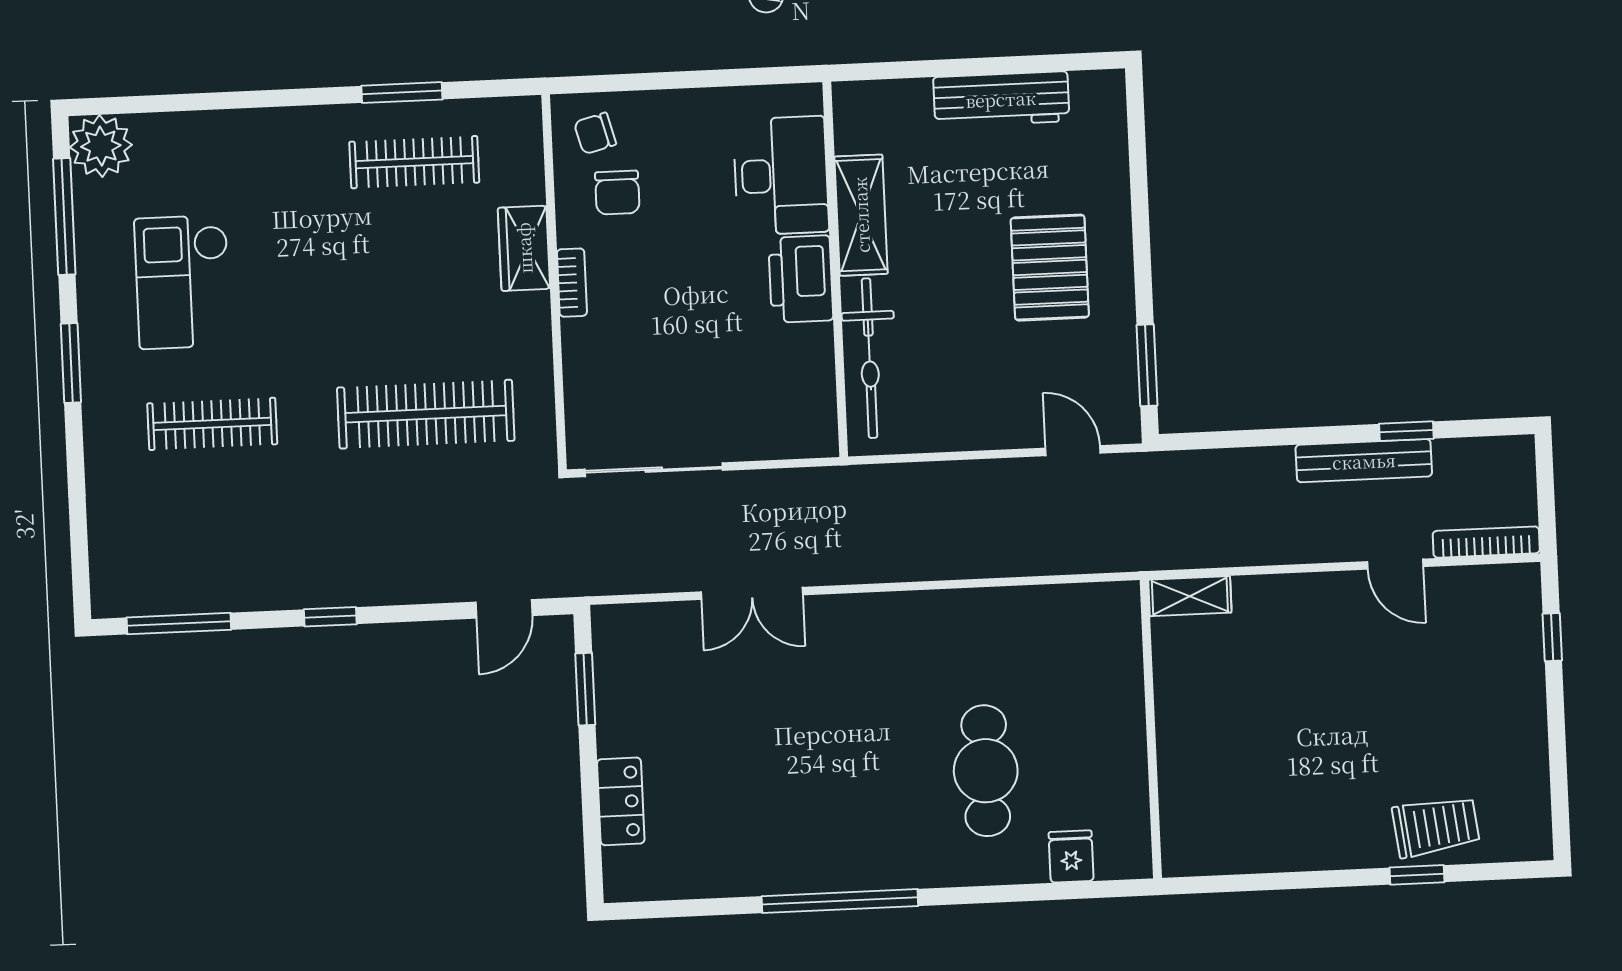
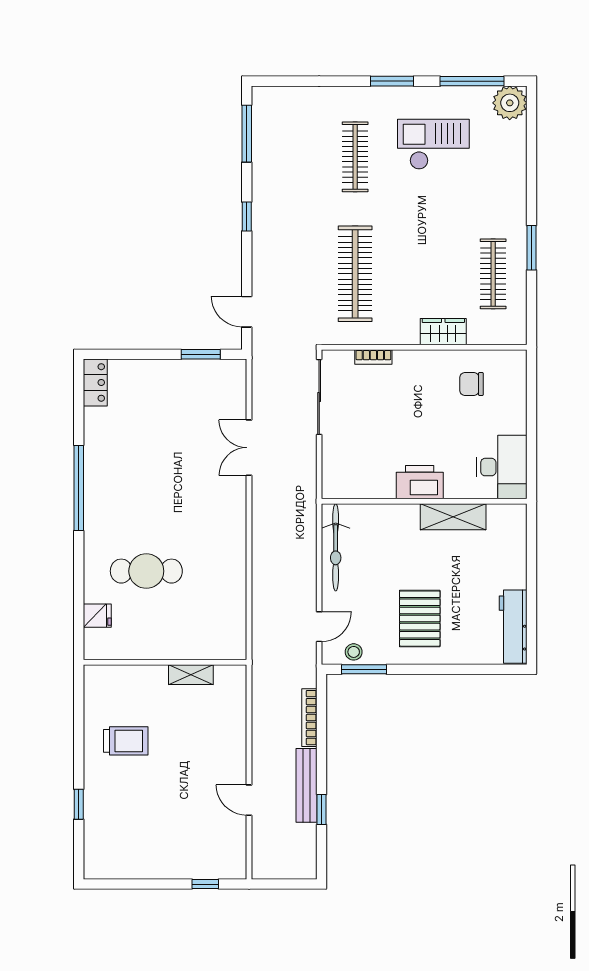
window: (402, 93) -> (532, 248), moved
workbench: (1001, 99) -> (513, 627), moved
chair: (595, 133) -> (504, 373), removed
desk: (781, 176) -> (502, 467), moved, turned -90
pallet: (1050, 268) -> (420, 619), turned 90
bookcase: (572, 283) -> (373, 357), moved
bicycle: (870, 358) -> (336, 547), moved, turned -90
stool: (1116, 385) -> (354, 652), added
bookcase: (1486, 542) -> (309, 718), moved, turned 180
door: (1395, 564) -> (249, 800), hinge flipped
shelving: (1190, 596) -> (191, 675), moved, turned 90
locker: (621, 801) -> (95, 382), moved, turned -90
trolley: (1436, 826) -> (126, 741), moved, turned -83

